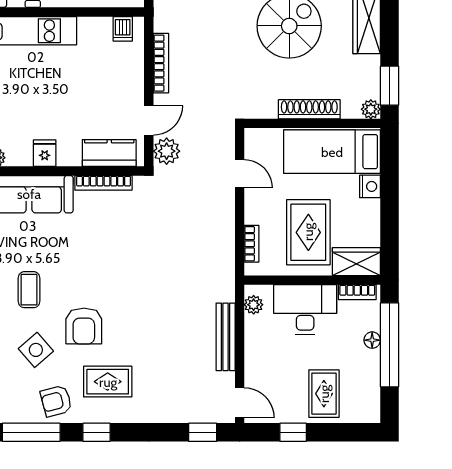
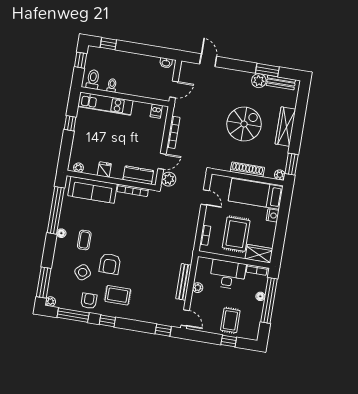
plant: (254, 305) -> (198, 288), moved
armchair: (56, 401) -> (89, 301), turned 105
window: (293, 432) -> (229, 341), moved

